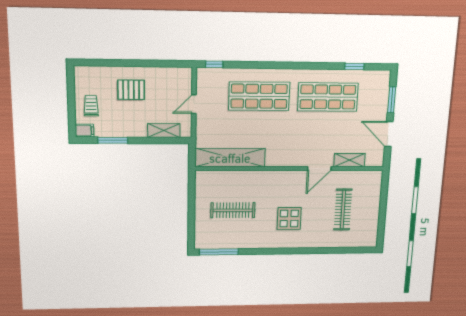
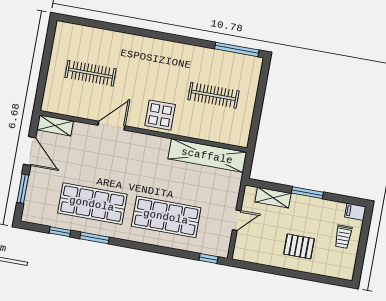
window: (322, 66) -> (95, 238), added
window: (113, 140) -> (307, 193), moved
shelving: (349, 160) -> (55, 125), moved
clothes rail: (343, 209) -> (90, 73), turned 90
display table: (289, 219) -> (160, 115), moved

